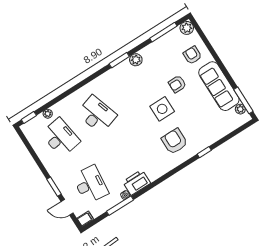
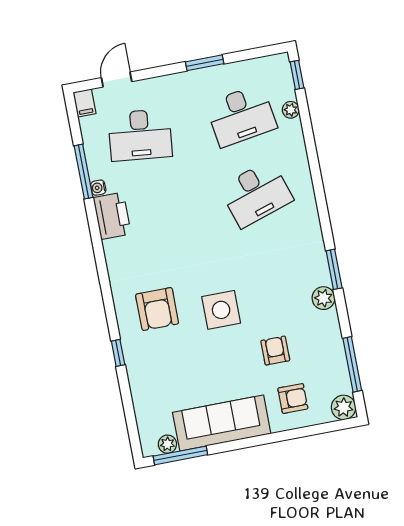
armchair: (177, 84) -> (275, 351), moved
armchair: (174, 141) -> (157, 309), turned 90
window: (54, 187) -> (205, 63), moved

